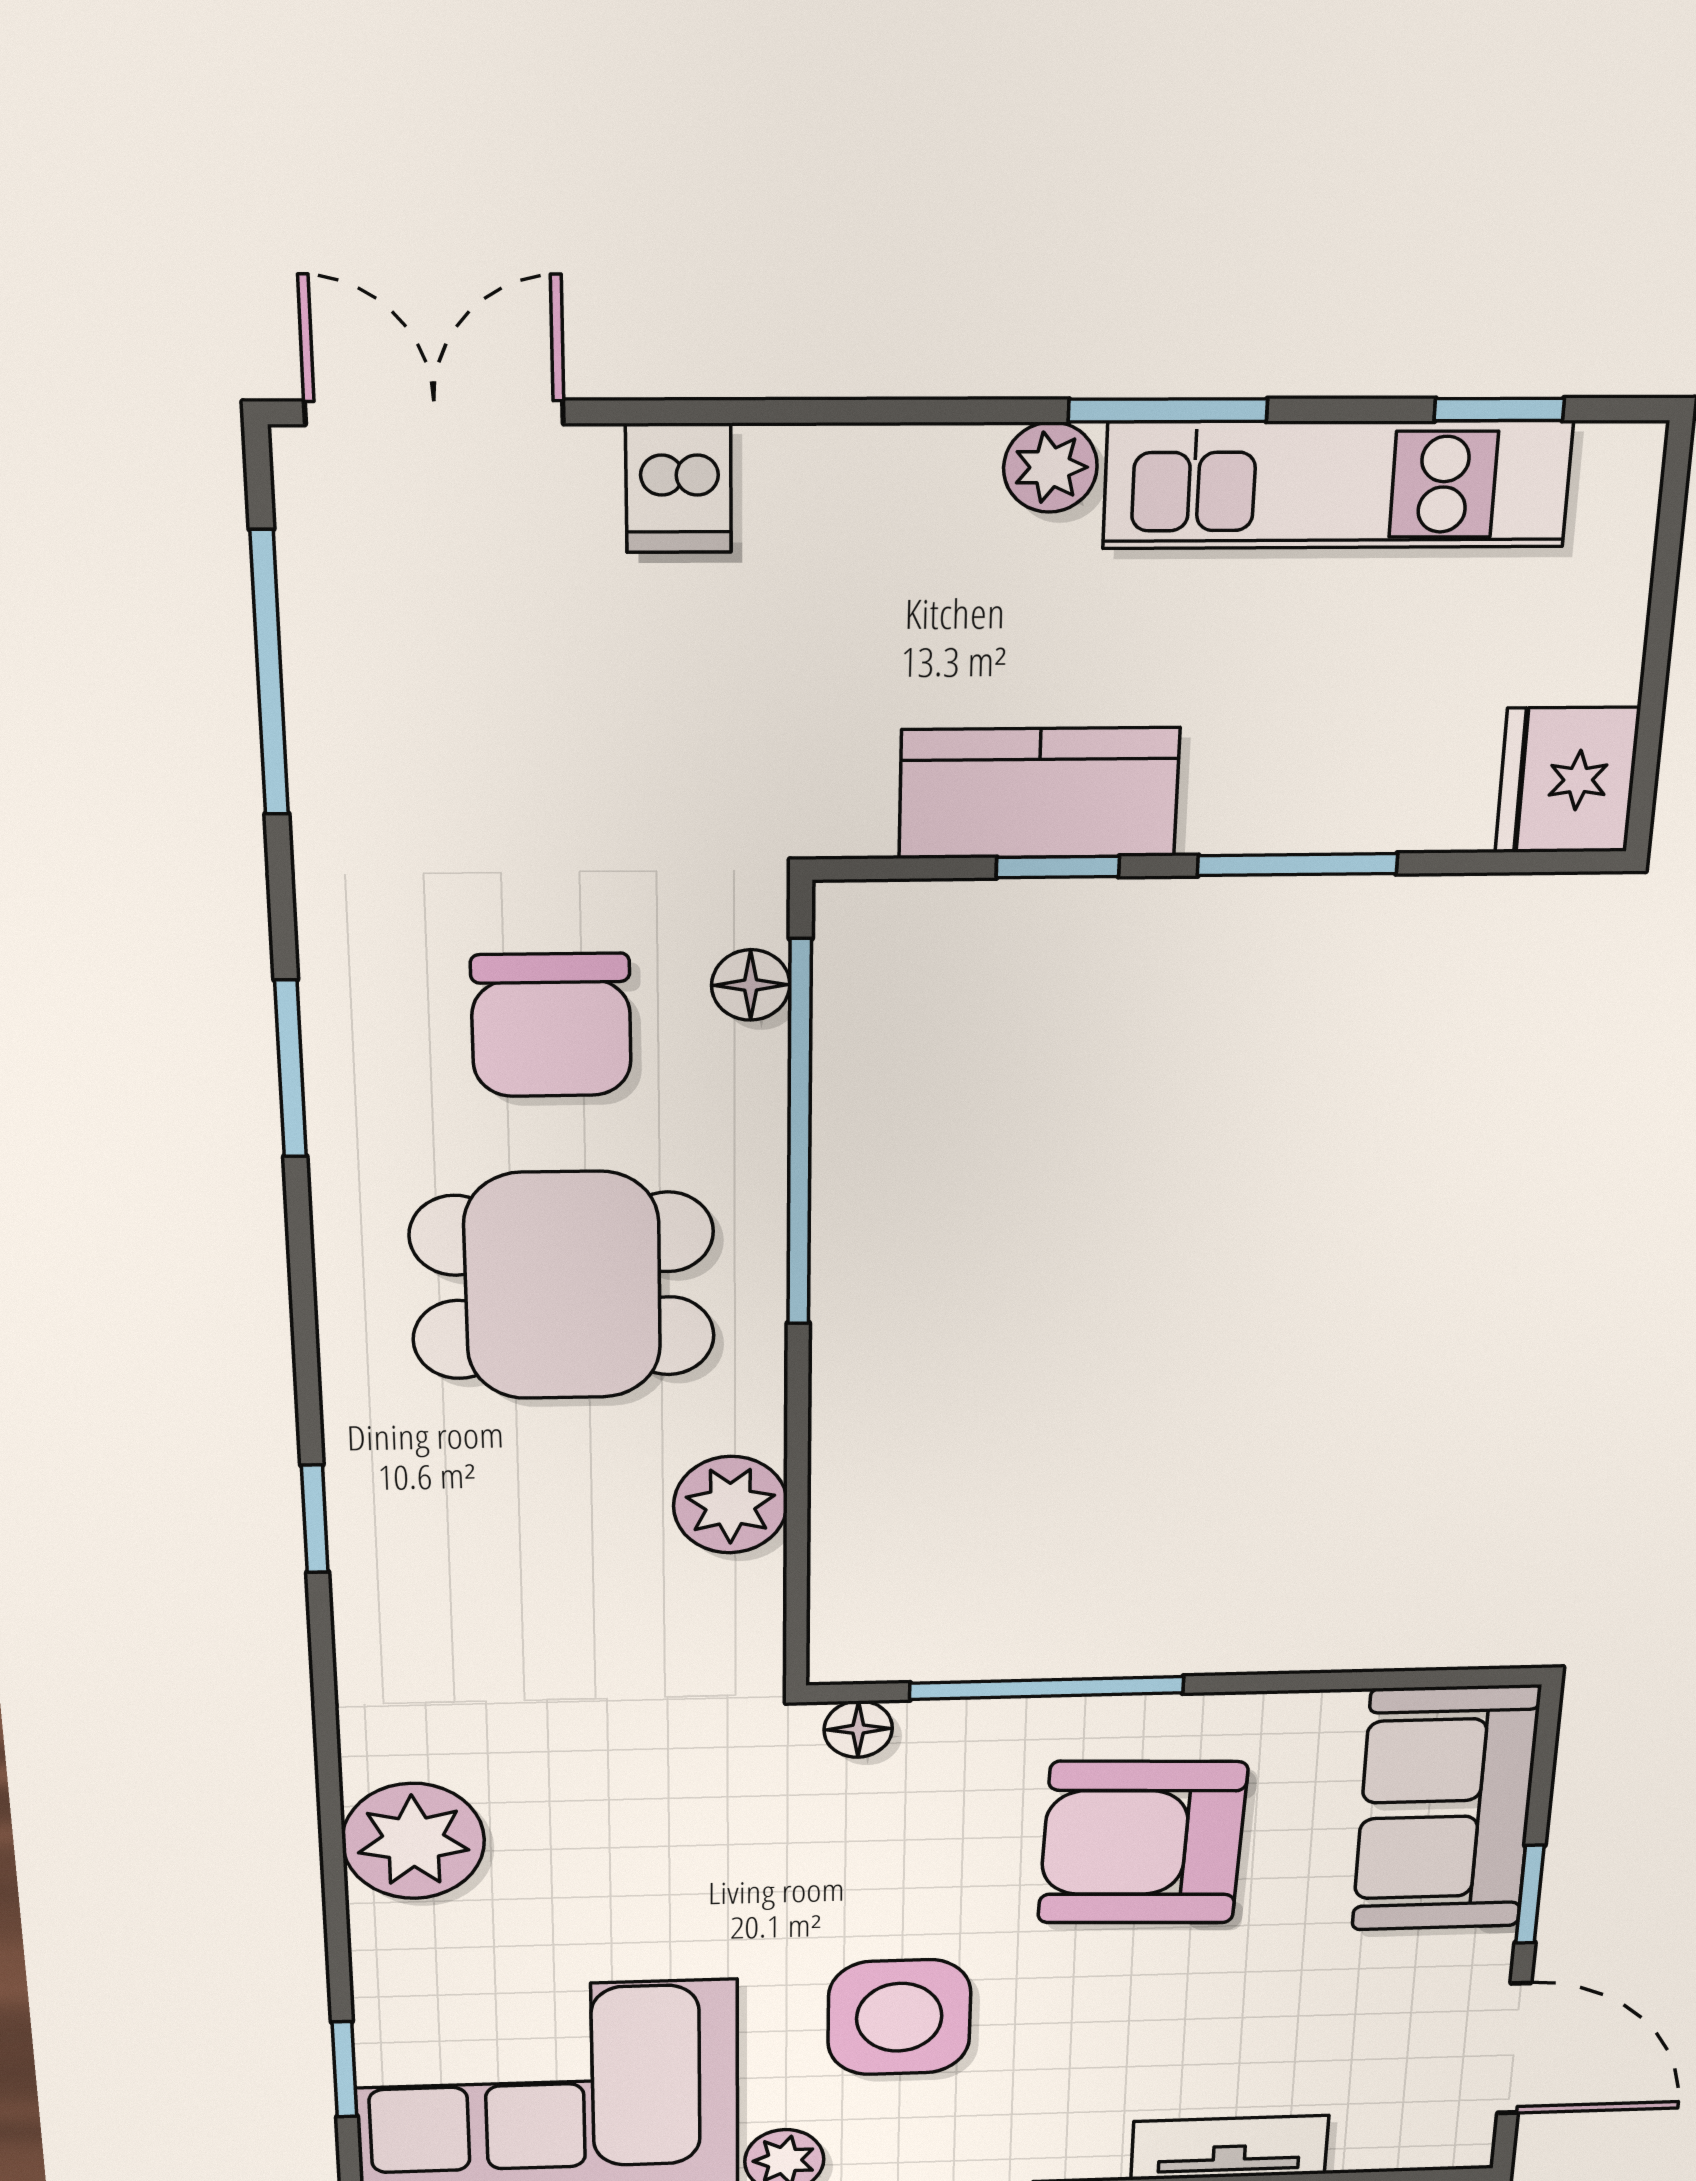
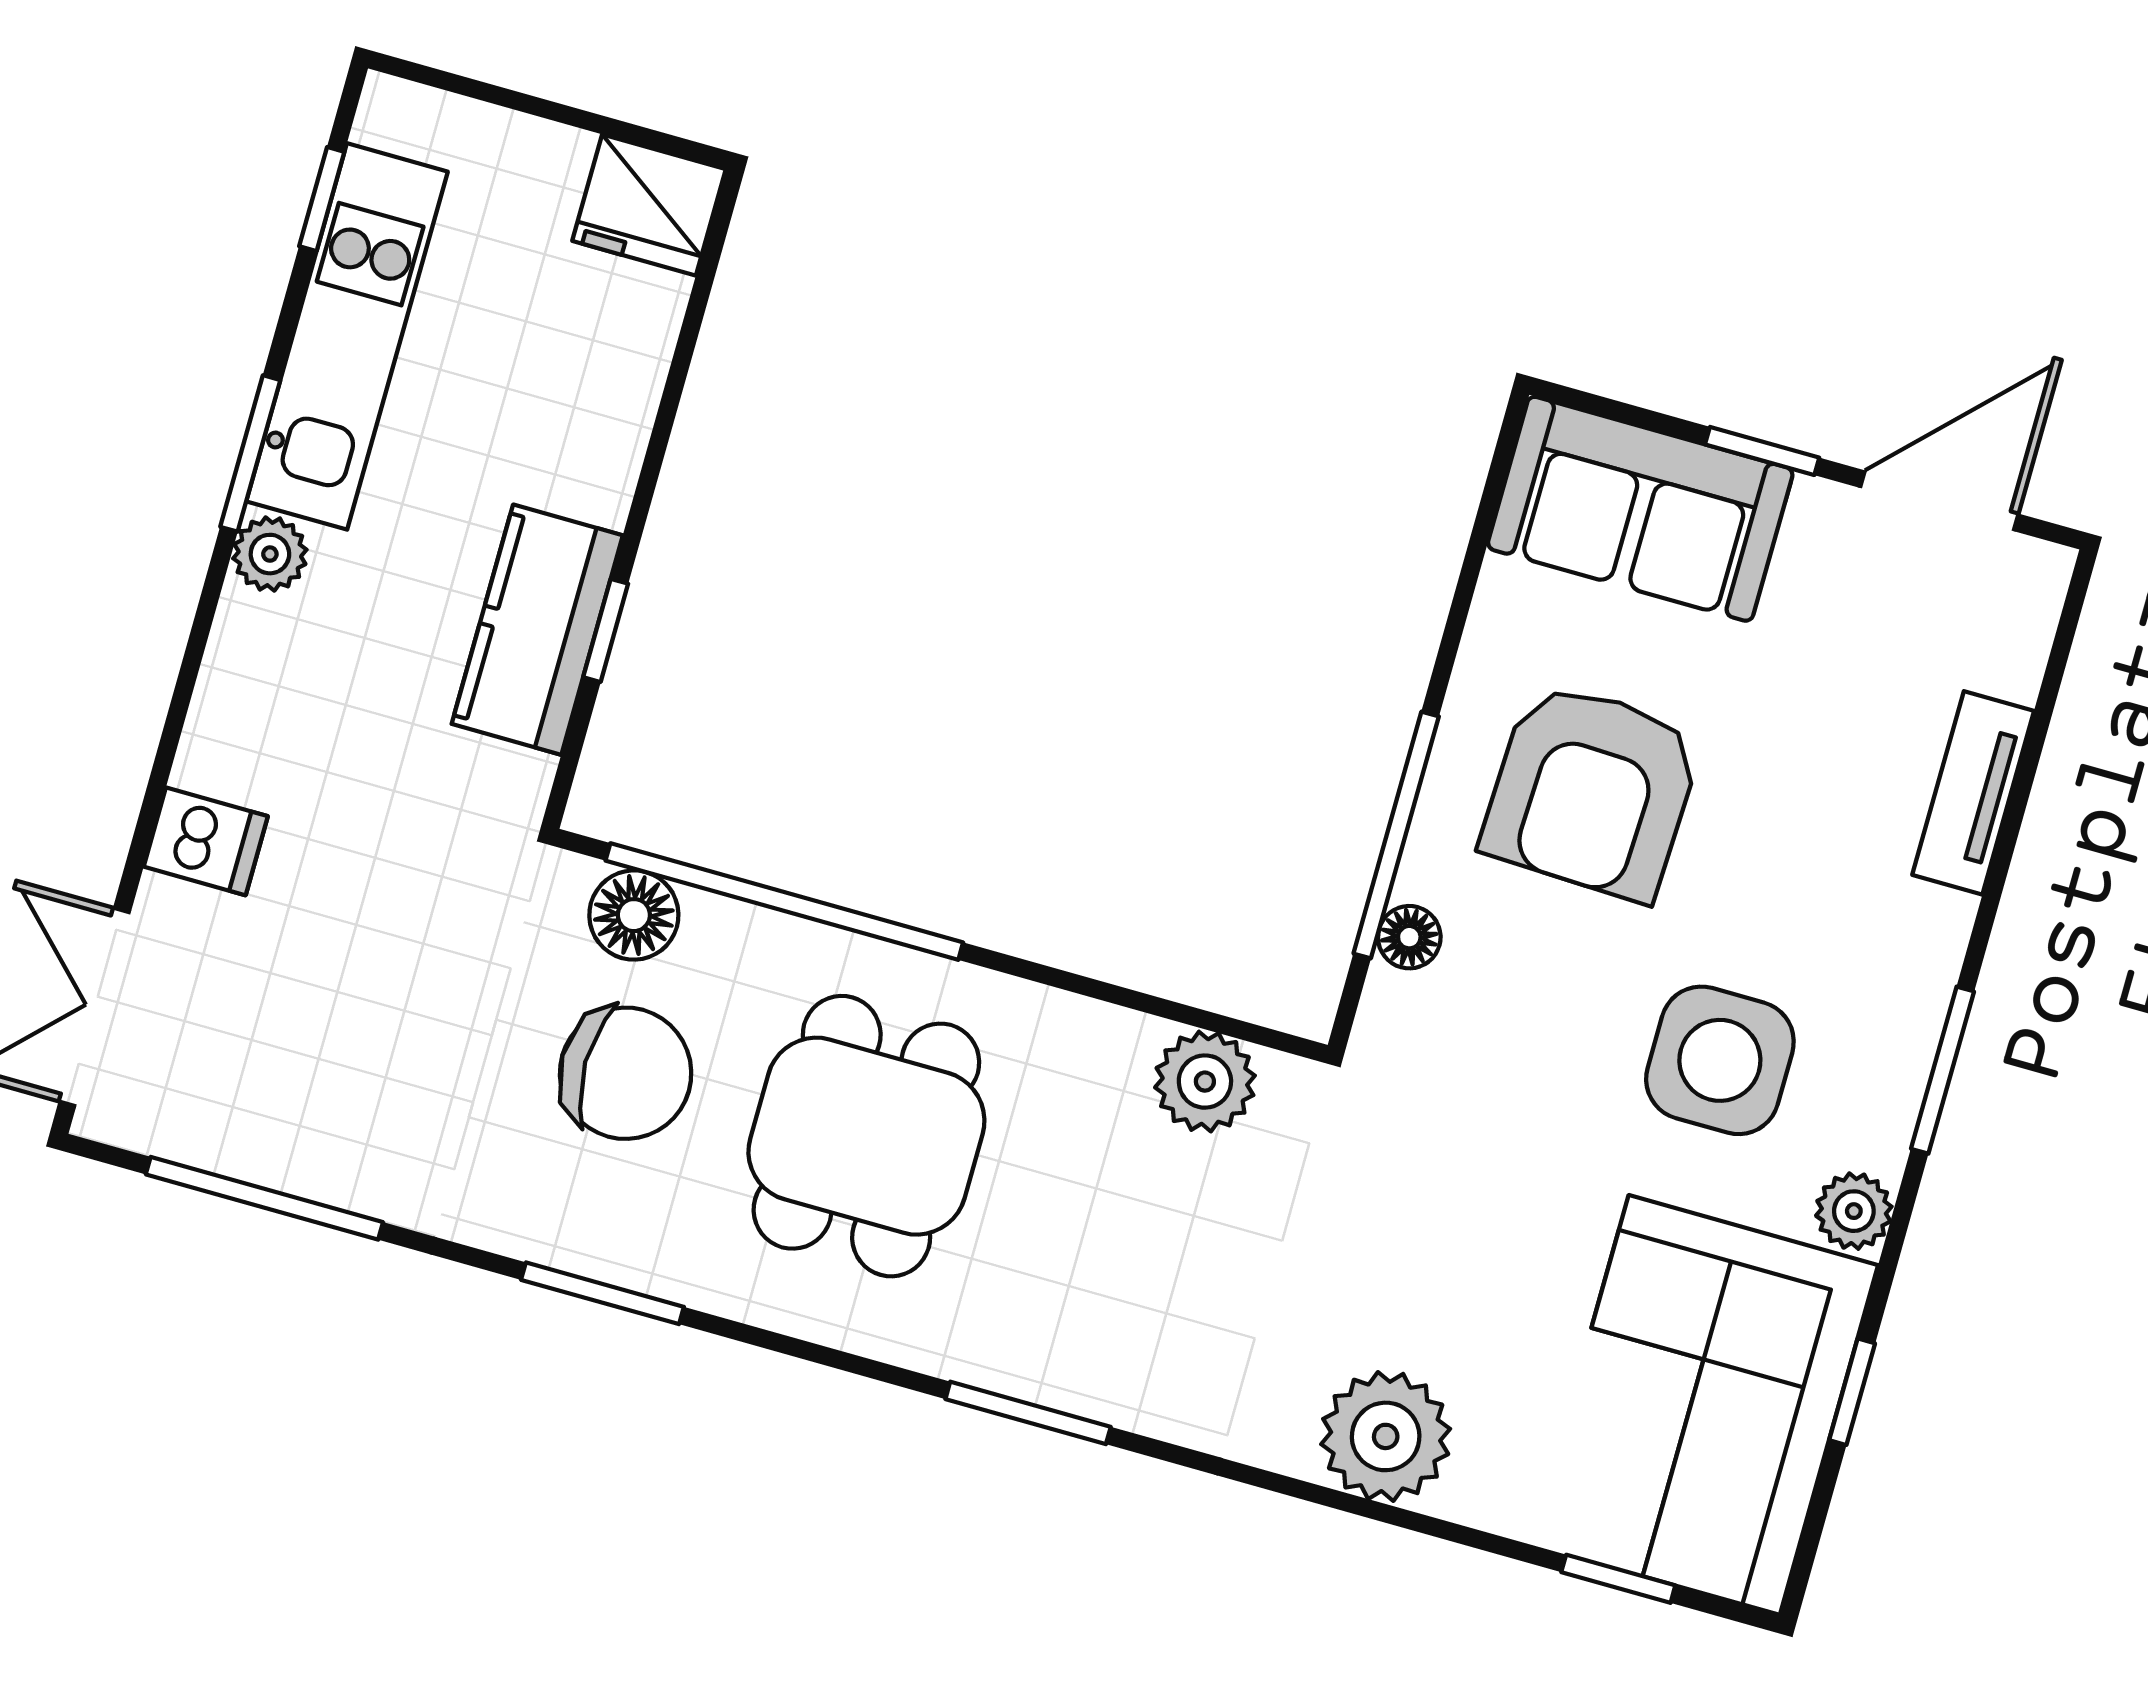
window: (1298, 865) -> (660, 438), removed
floor lamp: (751, 985) -> (634, 915), width x1.37, depth x1.37
plant: (730, 1505) -> (1205, 1082), moved
window: (315, 1519) -> (1028, 1413), width x1.50
floor lamp: (858, 1729) -> (1409, 937), moved

